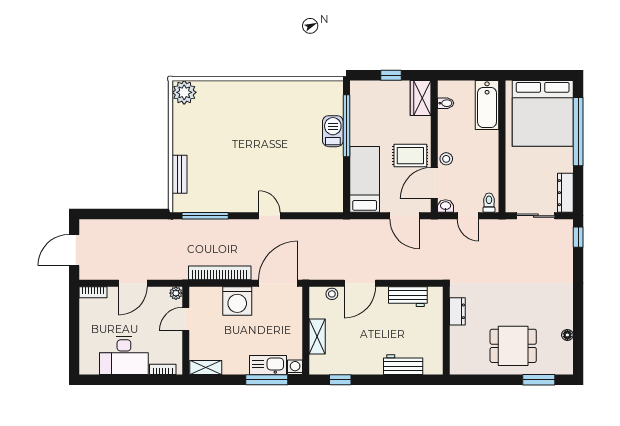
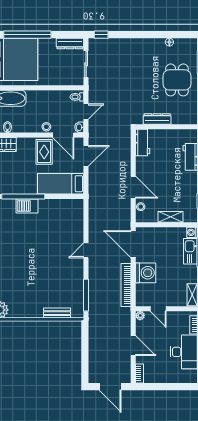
workbench: (408, 297) -> (143, 143), moved
dresser: (457, 311) -> (157, 119), width x1.44

